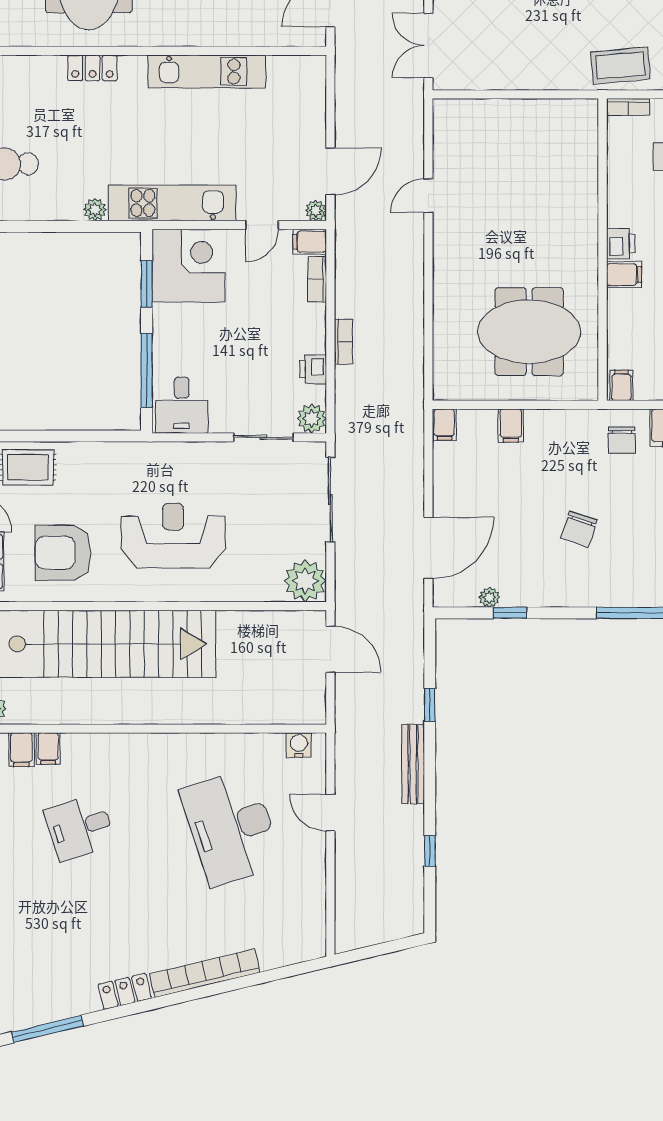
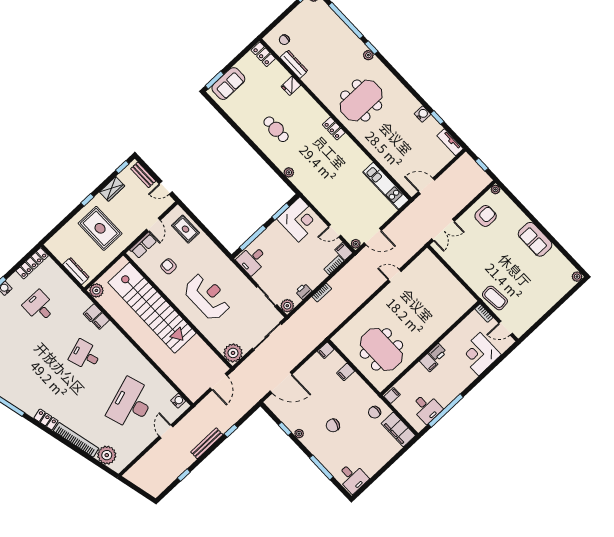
double door: (428, 45) -> (443, 230), swing flipped
kitchen unit: (207, 71) -> (386, 186), moved
kitchen unit: (172, 203) -> (314, 195), removed
armchair: (63, 553) -> (169, 266), width x0.53, depth x0.53
plant: (489, 597) -> (299, 434), moved
plant: (278, 947) -> (107, 455), added

